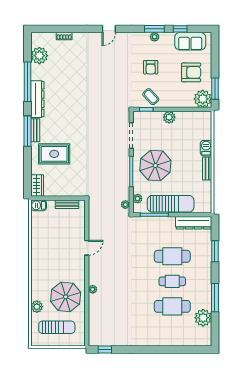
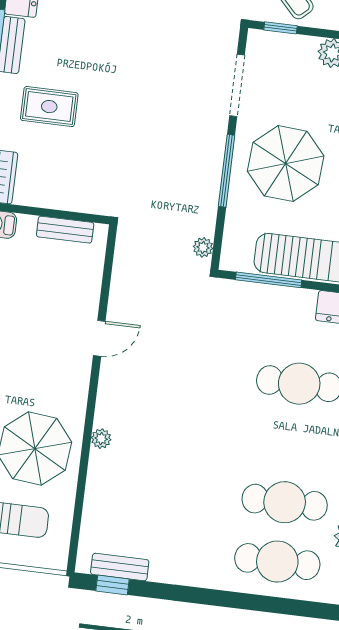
rug: (54, 154) -> (49, 107), width x0.73, depth x0.70
plant: (138, 199) -> (234, 237), removed
cafe table: (172, 281) -> (277, 562), moved, width x1.37, depth x1.35
bench: (107, 342) -> (120, 567), added

